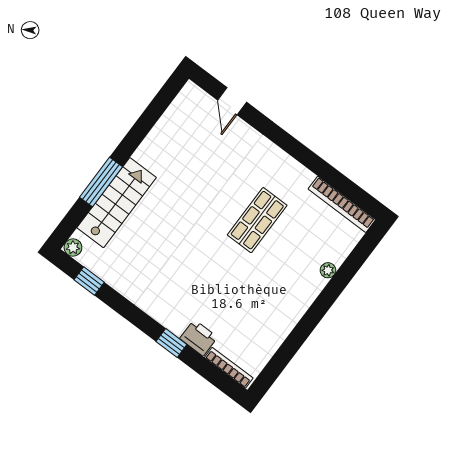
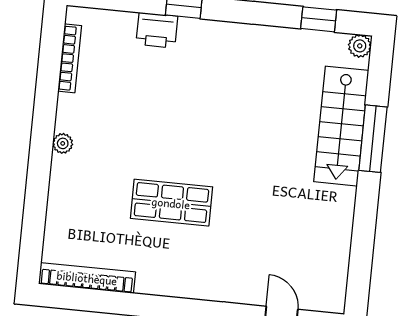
shop shelf: (257, 220) -> (171, 203), turned 90
plant: (328, 270) -> (63, 143), moved
bookcase: (229, 368) -> (70, 58), moved, turned -90

